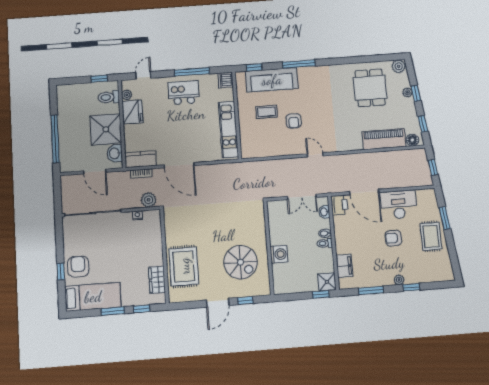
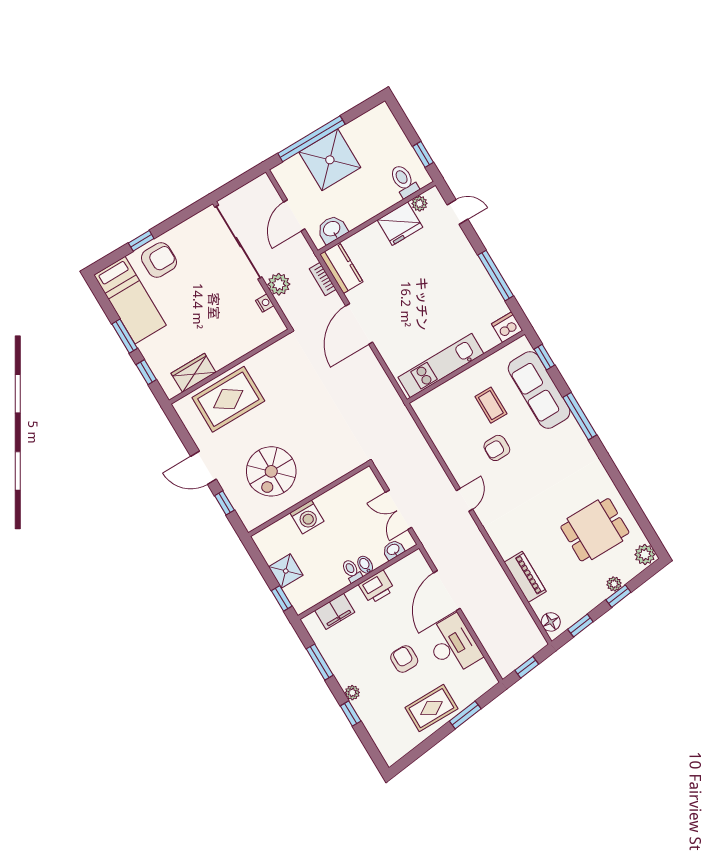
kitchen island: (184, 93) -> (461, 279), removed
shower: (106, 129) -> (330, 160), moved
piano: (384, 139) -> (525, 577), width x0.73, depth x0.75
plant: (149, 200) -> (279, 284), moved
printer: (339, 205) -> (377, 587), moved
shower: (327, 282) -> (286, 571), moved

